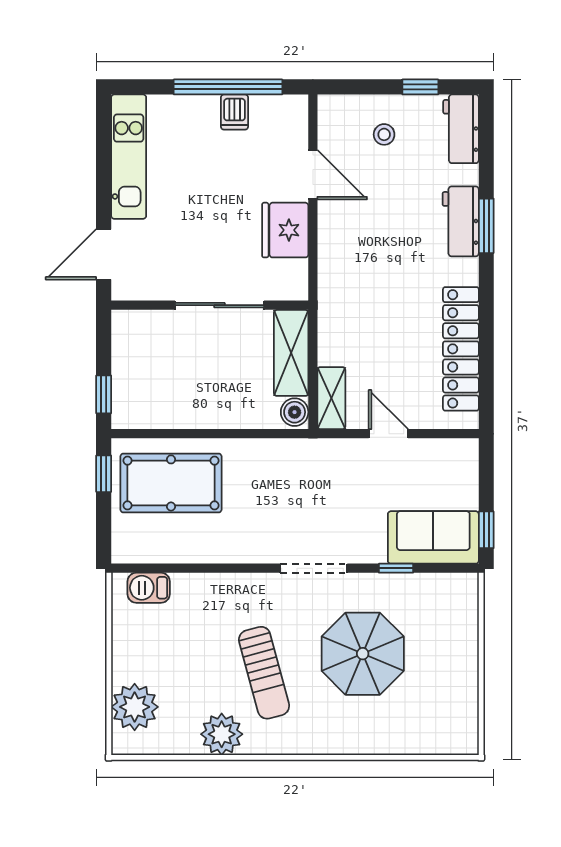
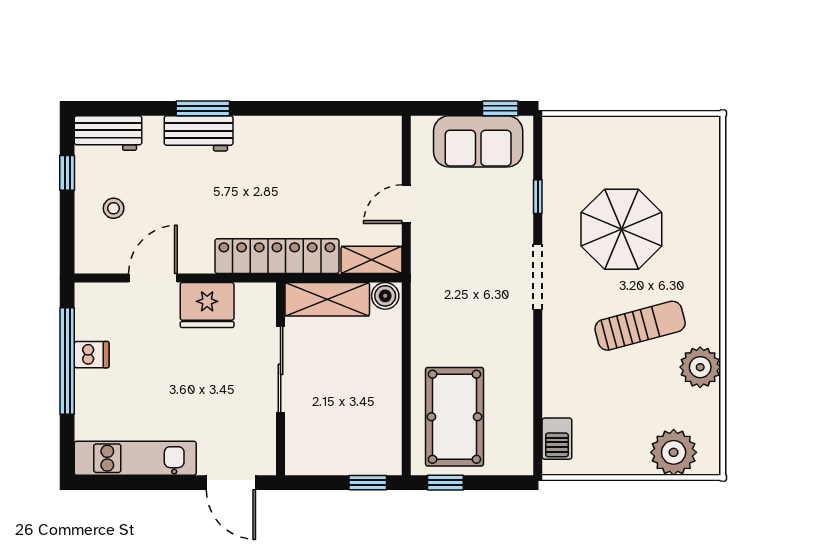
locker: (461, 349) -> (277, 256), moved, turned 180
sofa: (433, 537) -> (478, 141), moved, turned -90

